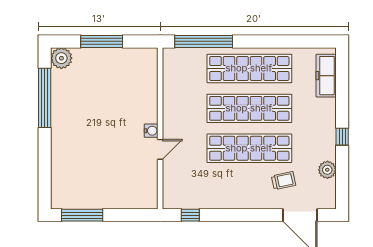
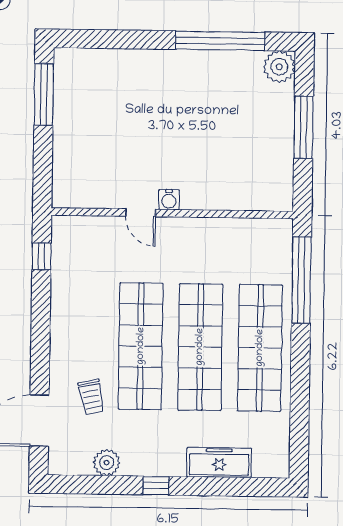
freezer: (326, 76) -> (219, 463), moved

